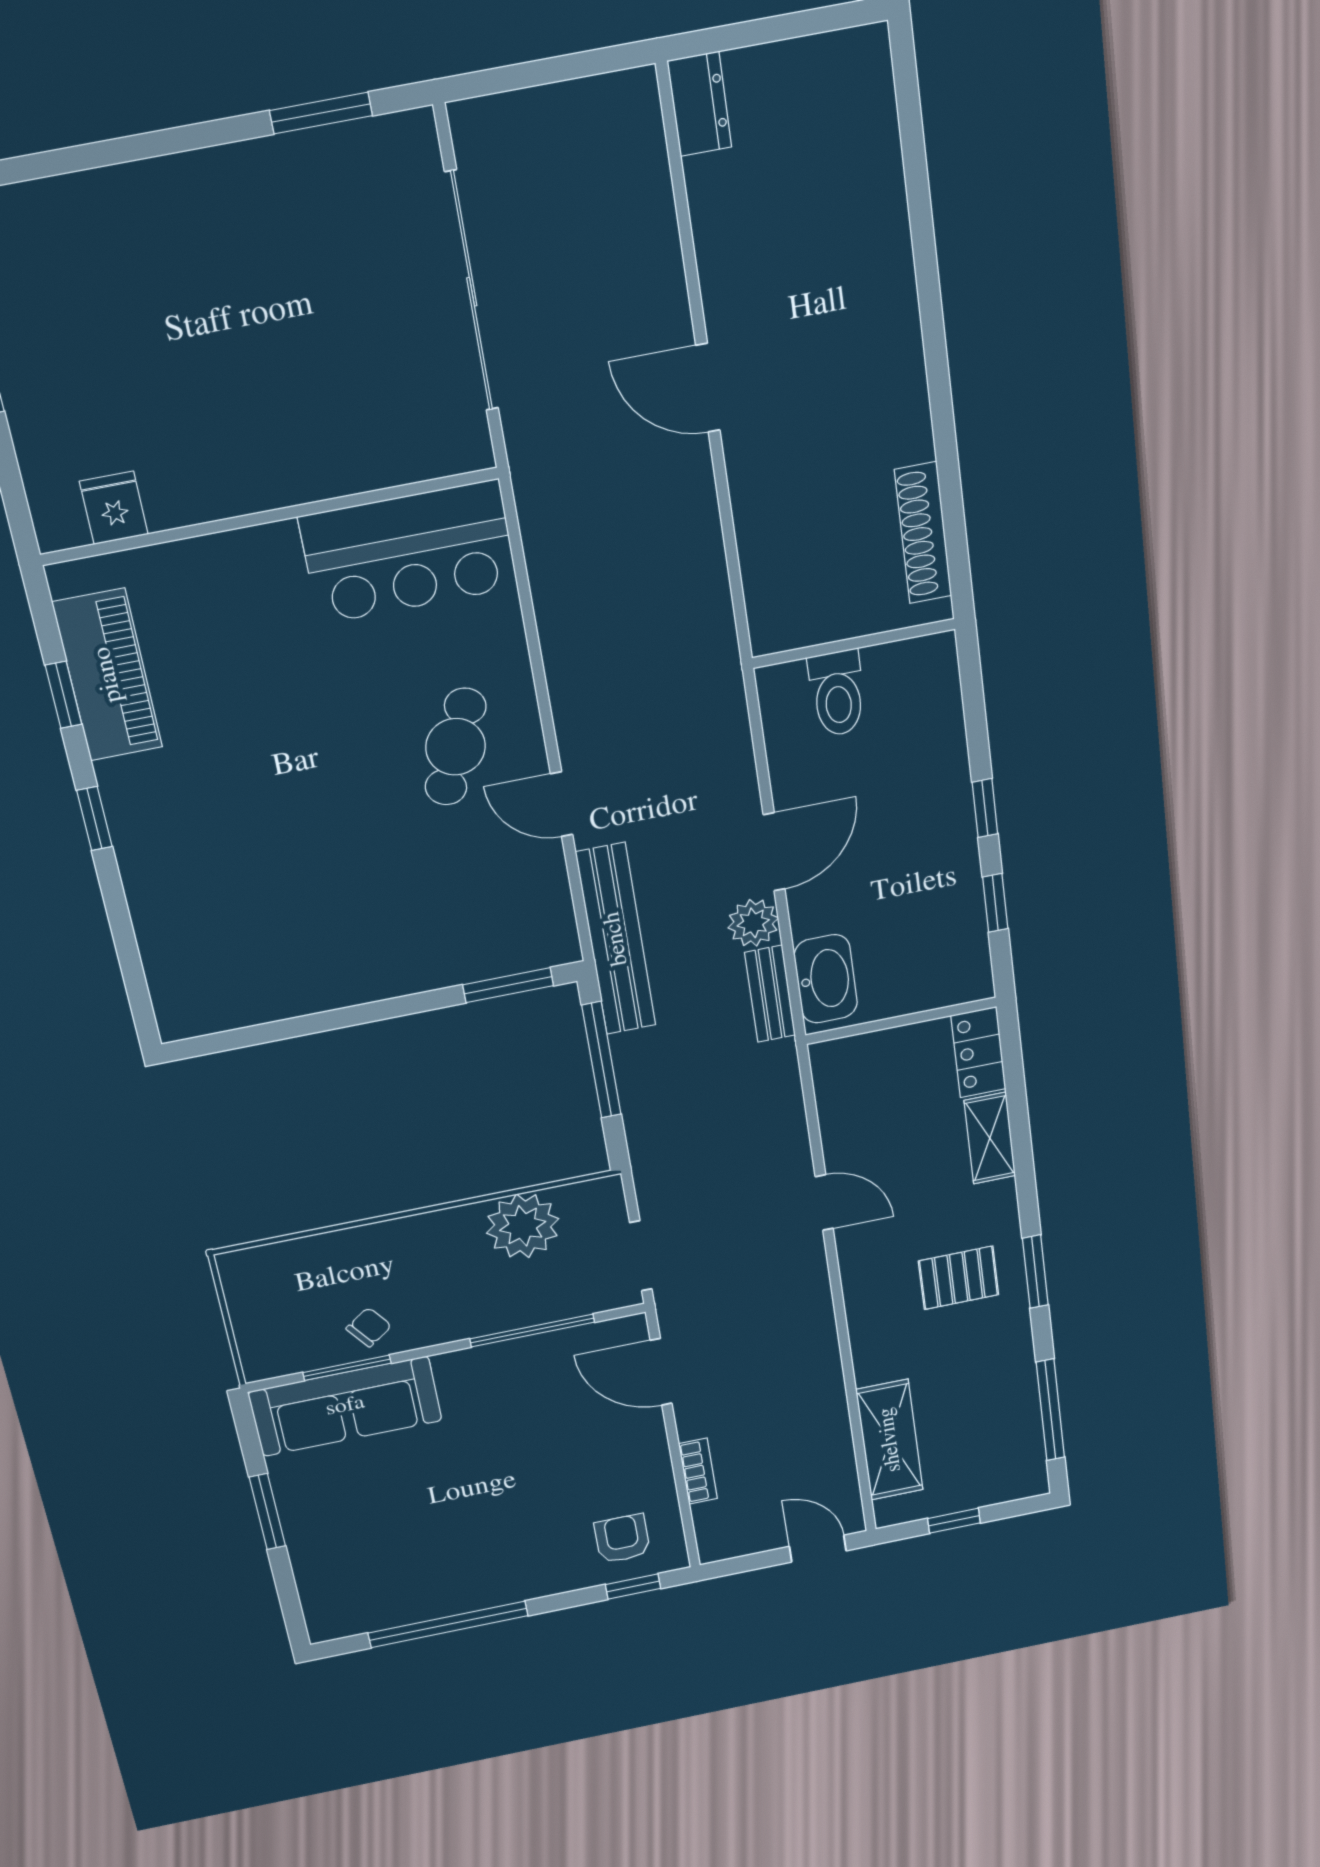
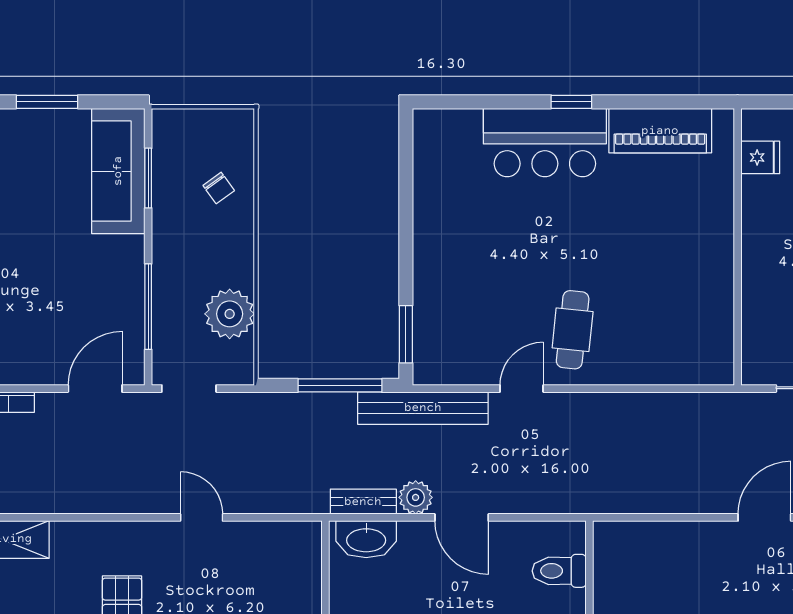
bar counter: (409, 552) -> (545, 143), moved, turned -90
window: (64, 695) -> (653, 102), removed
cafe table: (456, 747) -> (573, 330), turned 73
door: (824, 1203) -> (202, 517), swing flipped
chair: (369, 1327) -> (219, 188), moved

